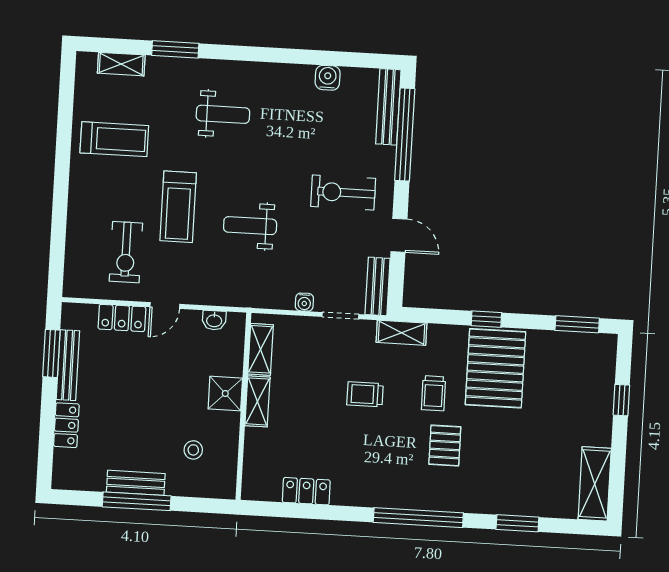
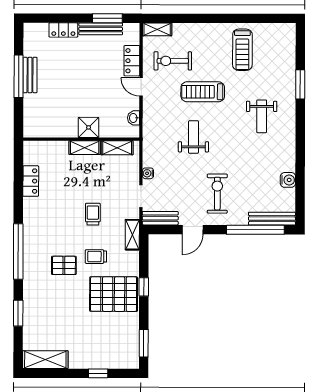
shelving: (121, 64) -> (157, 29), moved, turned 90
stool: (193, 450) -> (52, 110), removed

